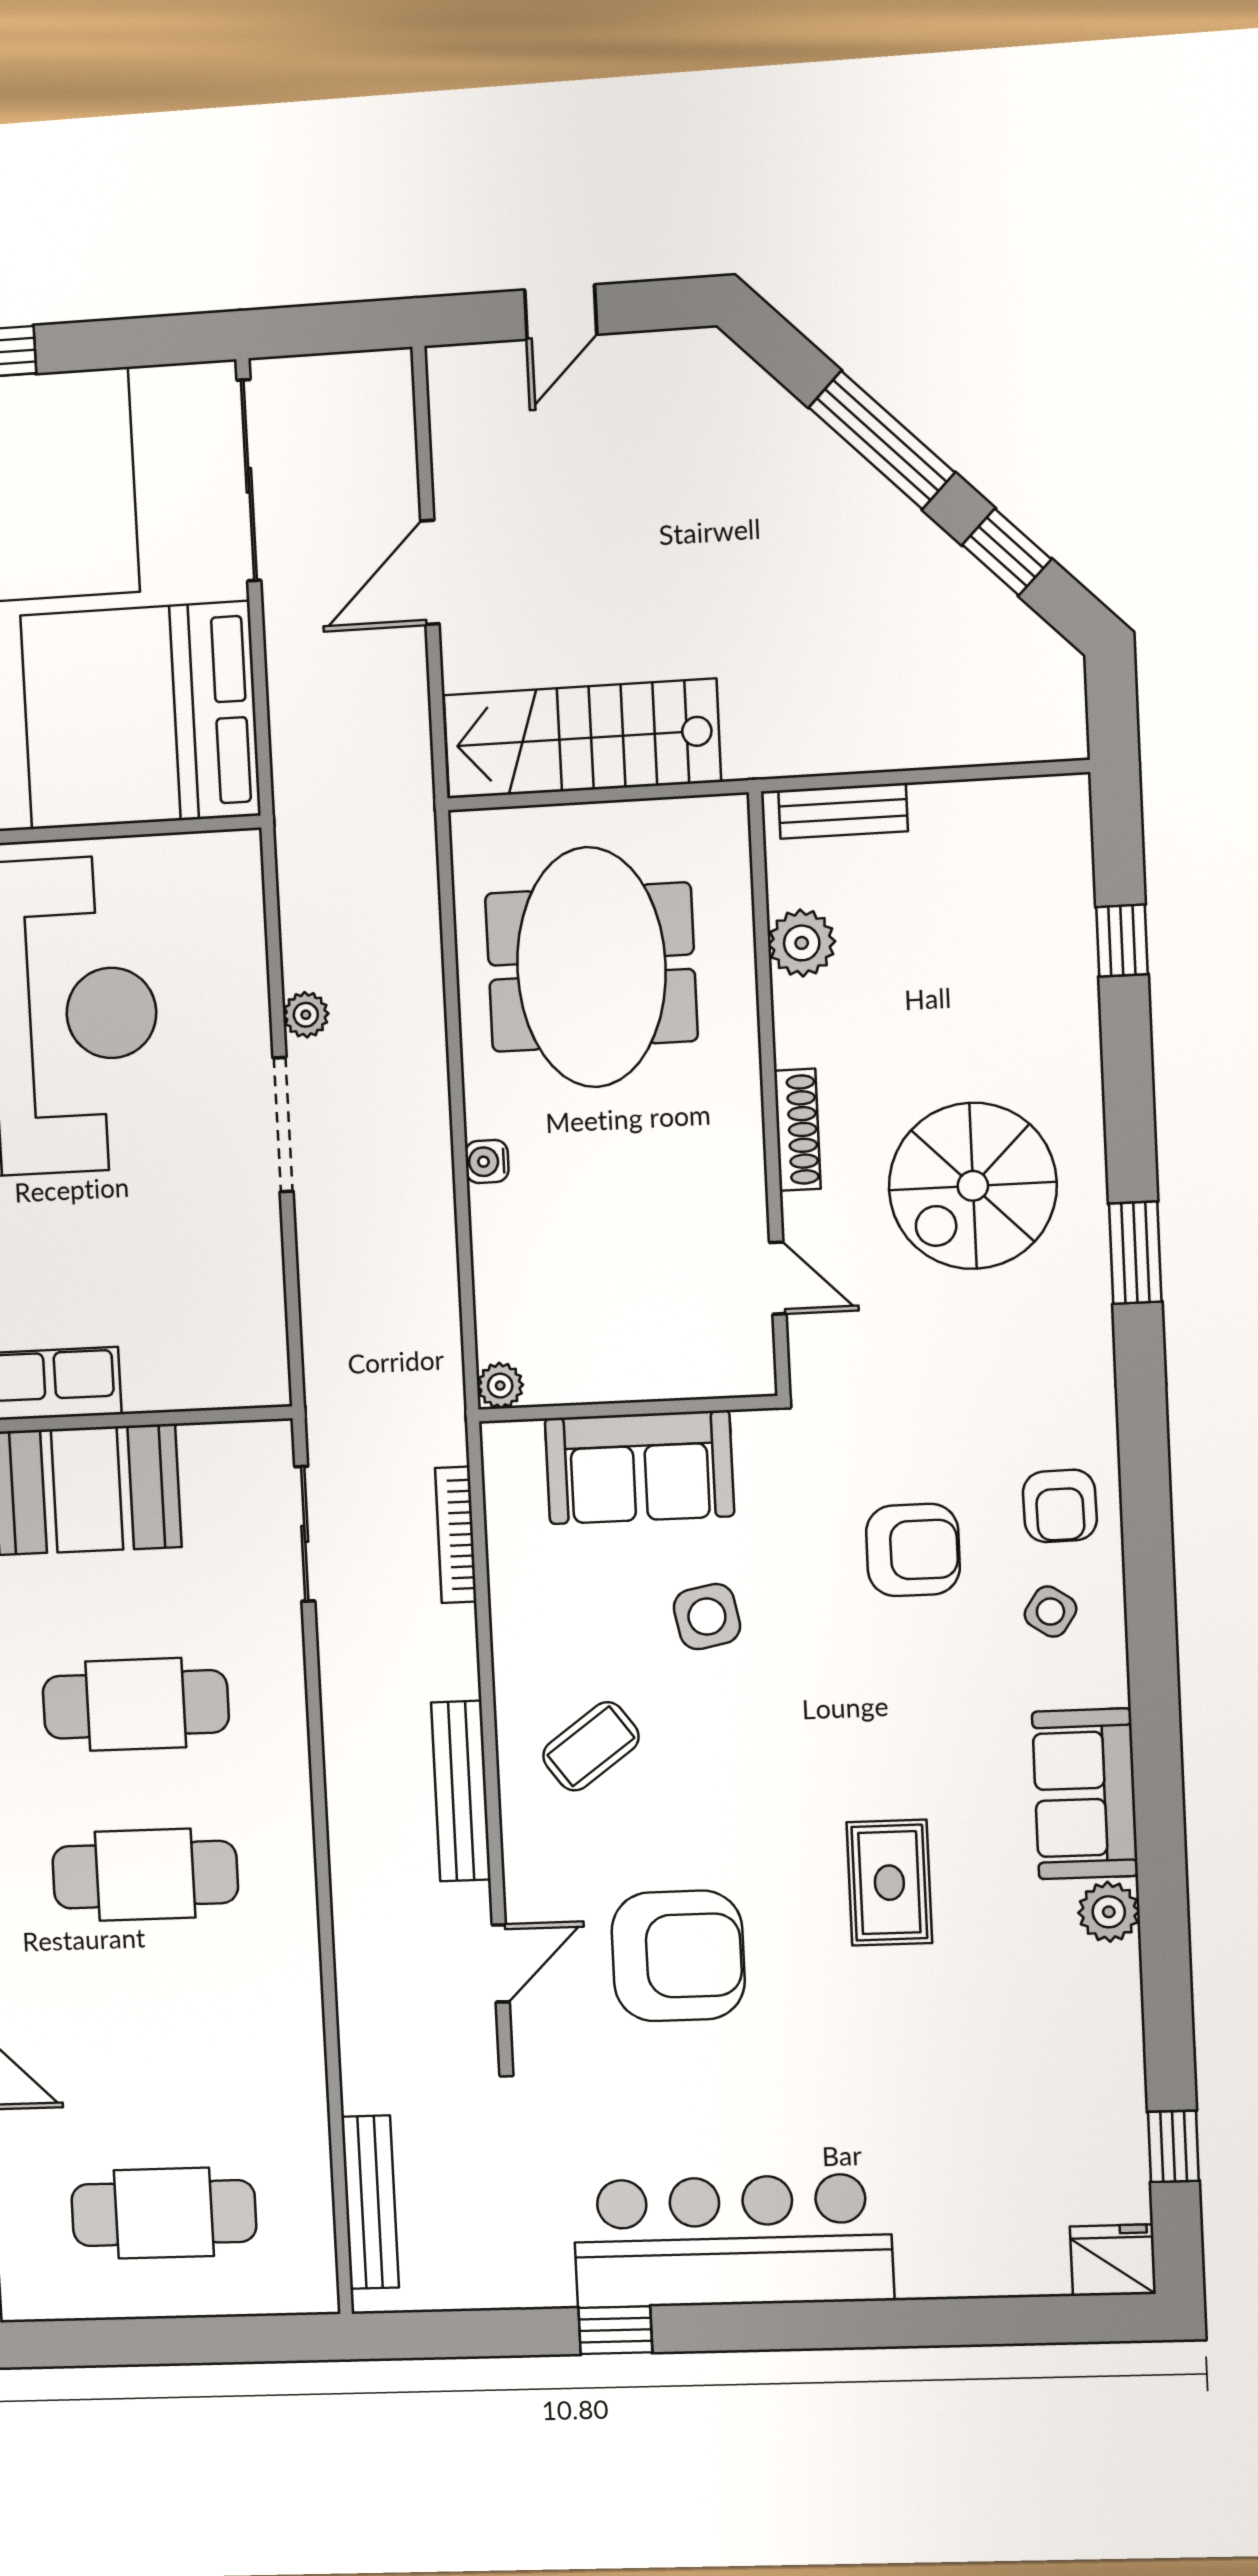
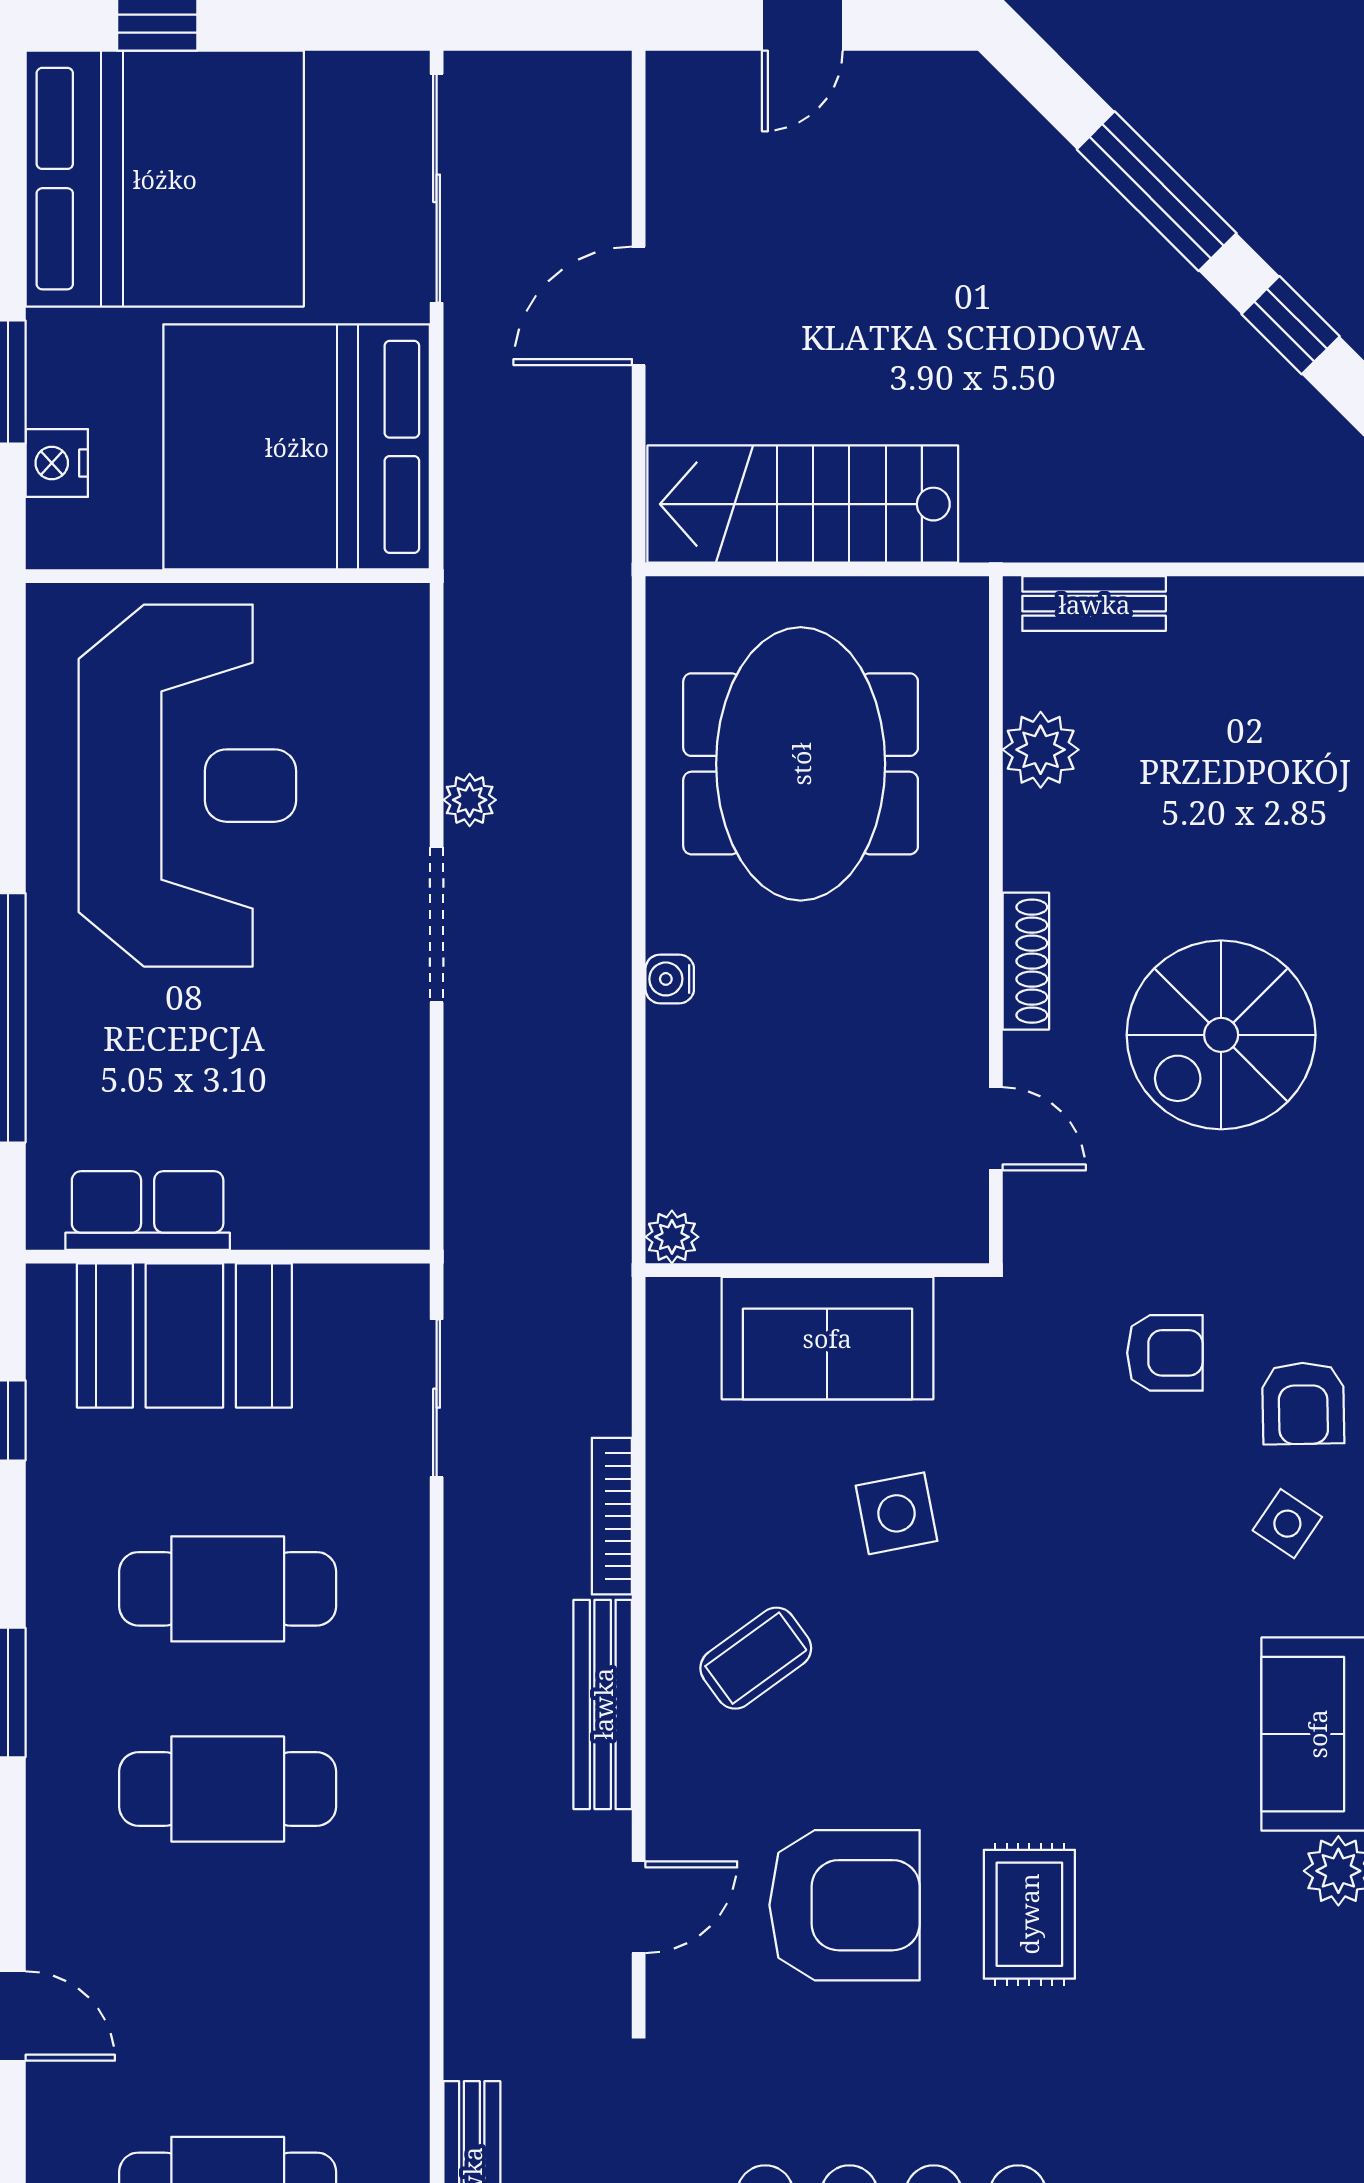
bookcase: (456, 1535) -> (612, 1516), moved
armchair: (913, 1550) -> (1165, 1353), moved, width x0.72, depth x0.72
rug: (889, 1883) -> (1029, 1914), moved

